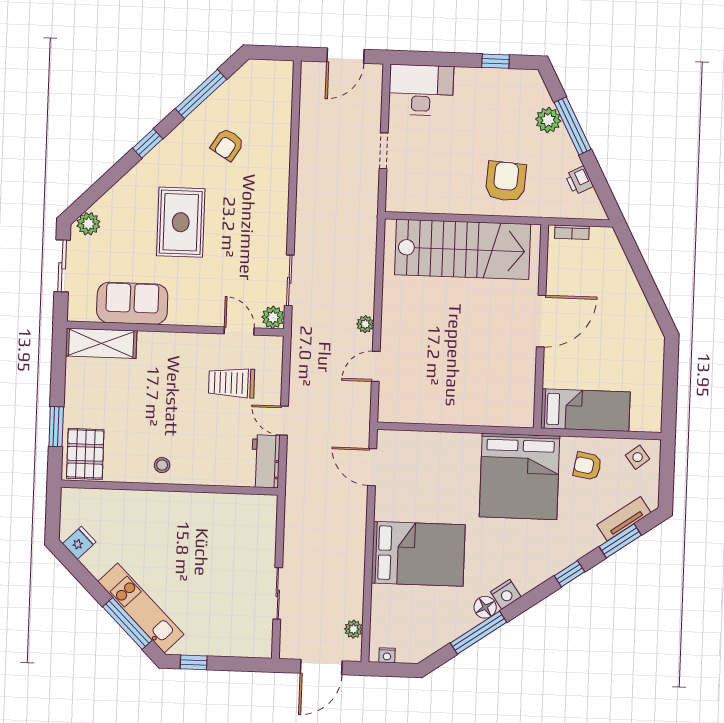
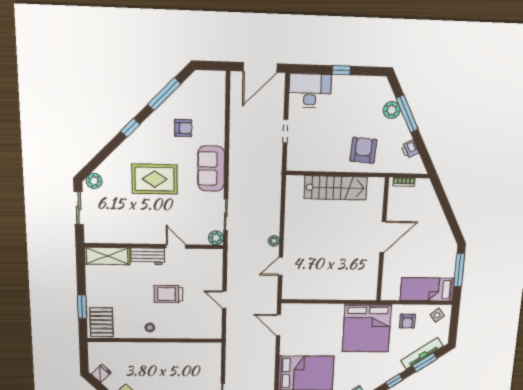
door: (345, 56) -> (260, 67), width x1.36
window: (495, 61) -> (341, 70), moved
armchair: (227, 145) -> (183, 128), turned -122
rug: (181, 222) -> (155, 179), turned 90
stairs: (463, 249) -> (336, 188), width x0.73, depth x0.66
sofa: (132, 303) -> (211, 169), moved, turned -90
door: (239, 331) -> (176, 246), moved
window: (670, 379) -> (459, 270), added
trolley: (232, 383) -> (169, 294), moved
bed: (585, 410) -> (427, 289), moved, turned 180
workbench: (266, 461) -> (148, 256), moved, turned -90
armchair: (587, 466) -> (407, 321), turned -100
tv unit: (624, 519) -> (422, 353), width x1.41

